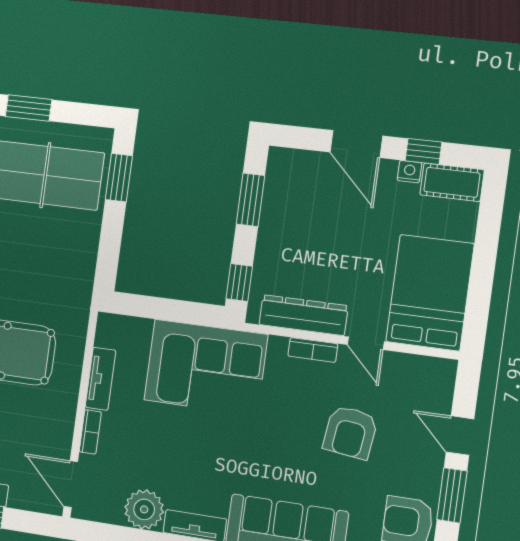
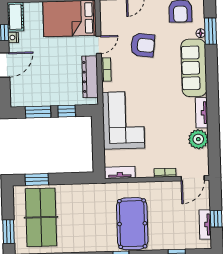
window: (239, 283) -> (67, 111), moved
tv unit: (100, 379) -> (120, 173), moved

